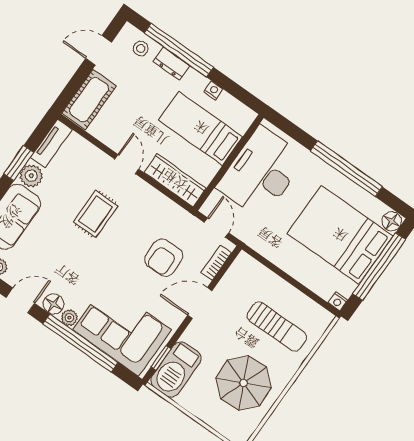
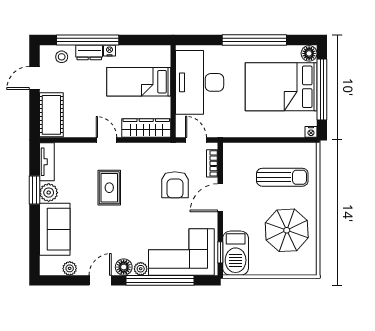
nightstand: (213, 91) -> (110, 51), moved

